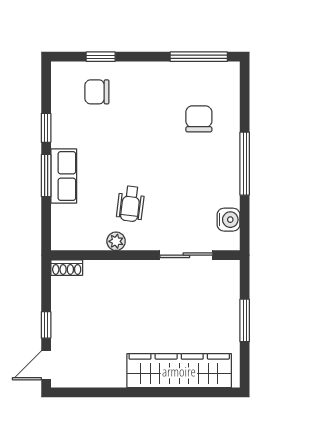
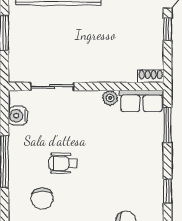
window: (46, 176) -> (168, 125), moved
row of seats: (64, 176) -> (141, 101), moved, turned -90
wheelchair: (131, 204) -> (63, 163), moved, turned -97

